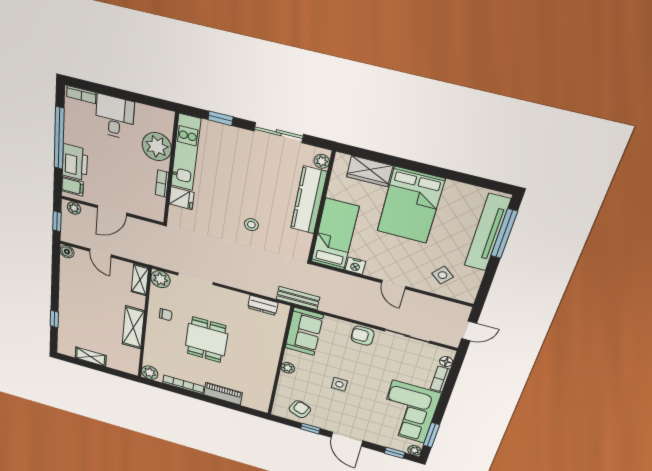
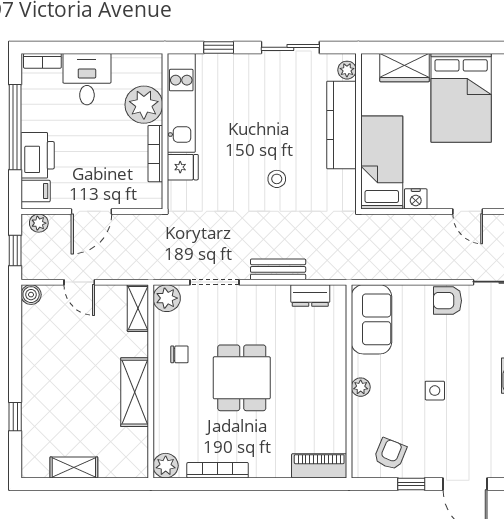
bookcase: (162, 184) -> (155, 154), width x1.56
bench: (298, 298) -> (278, 269), moved
piano: (223, 394) -> (319, 466), moved

